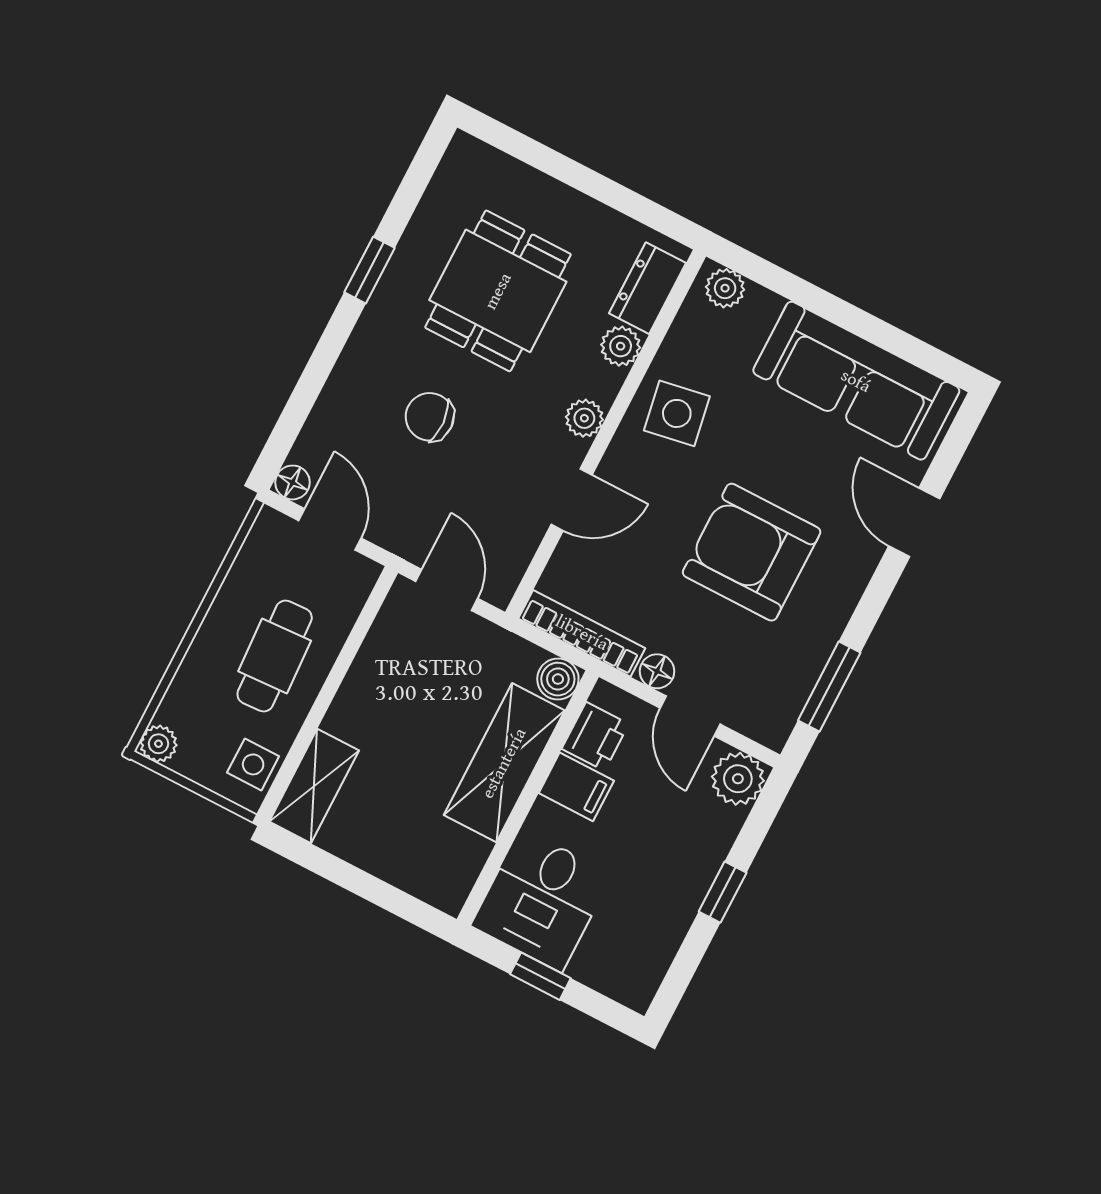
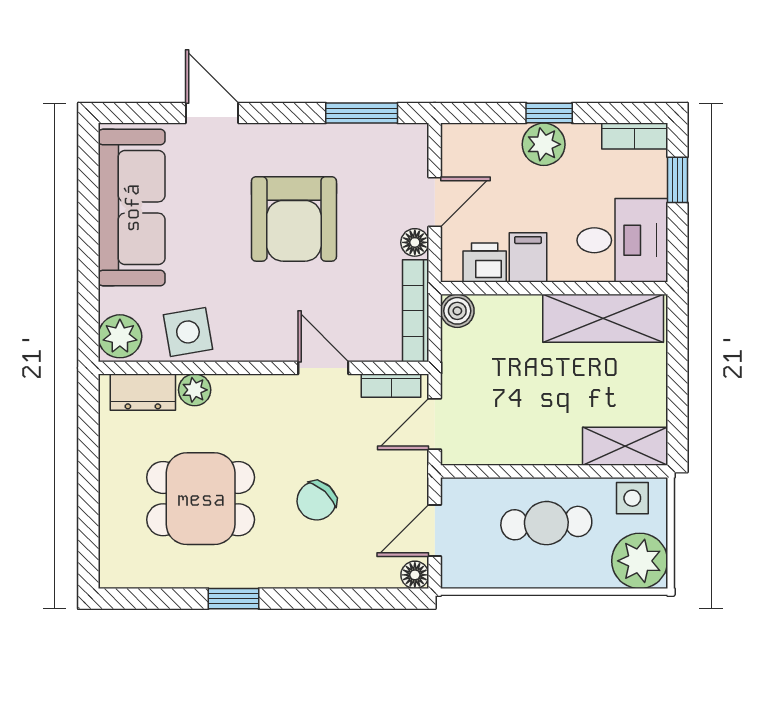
plant: (725, 288) -> (120, 336), width x1.38, depth x1.38
side table: (677, 413) -> (188, 332), moved
chair: (430, 417) -> (317, 501), turned 45
plant: (584, 418) -> (260, 389), removed
door: (914, 522) -> (212, 113), swing flipped
bookcase: (514, 564) -> (391, 386), added
plant: (158, 744) -> (640, 561), width x1.87, depth x1.87
shelving: (504, 763) -> (603, 318), moved
plant: (738, 779) -> (544, 144), moved
bookcase: (649, 973) -> (635, 136), added
window: (540, 976) -> (677, 180), moved

